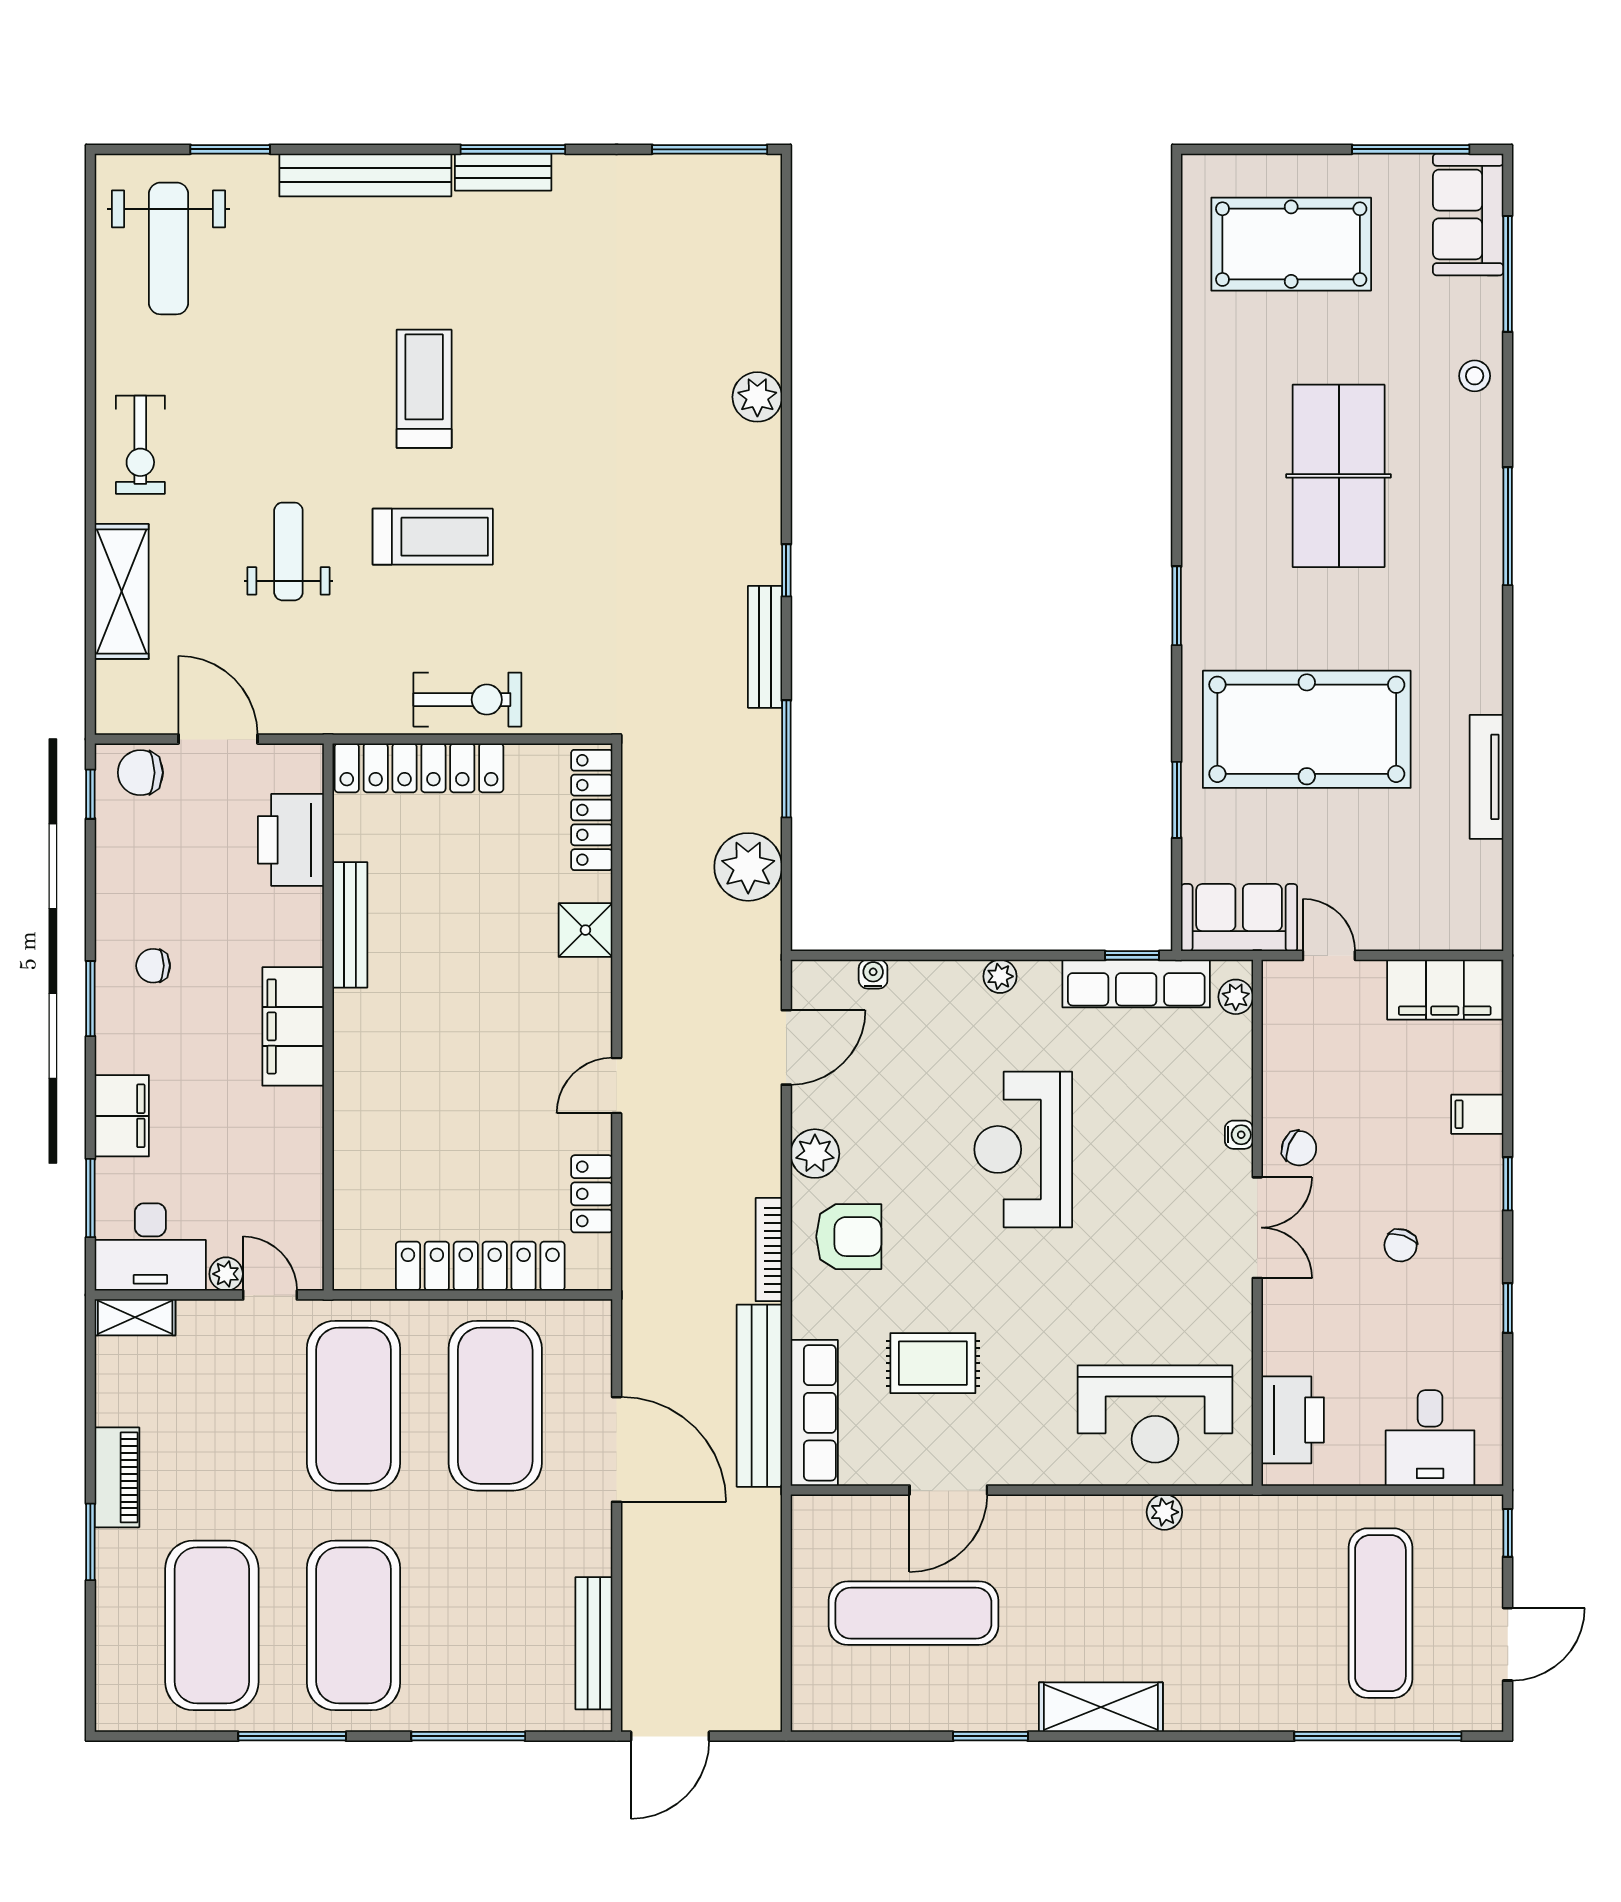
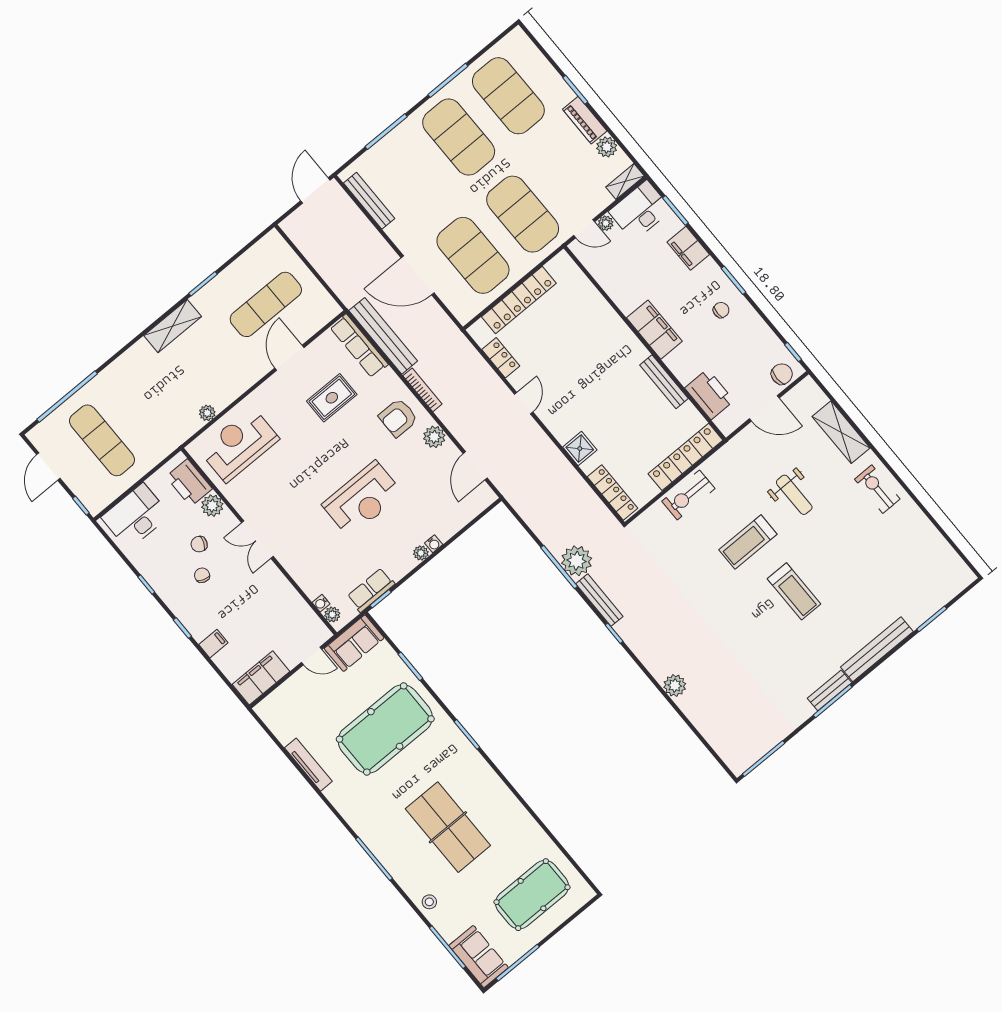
weight bench: (169, 248) -> (925, 566), removed
plant: (748, 867) -> (577, 561), moved
water cooler: (873, 974) -> (434, 544), moved
row of seats: (1136, 984) -> (371, 590), width x0.68
water cooler: (1239, 1135) -> (321, 603), moved
chair: (1299, 1148) -> (199, 544), moved
reception desk: (1023, 1149) -> (362, 499), turned 90
plant: (1286, 1349) -> (212, 506), added
plant: (118, 1401) -> (607, 147), added
desk: (1430, 1438) -> (136, 516), width x1.37

